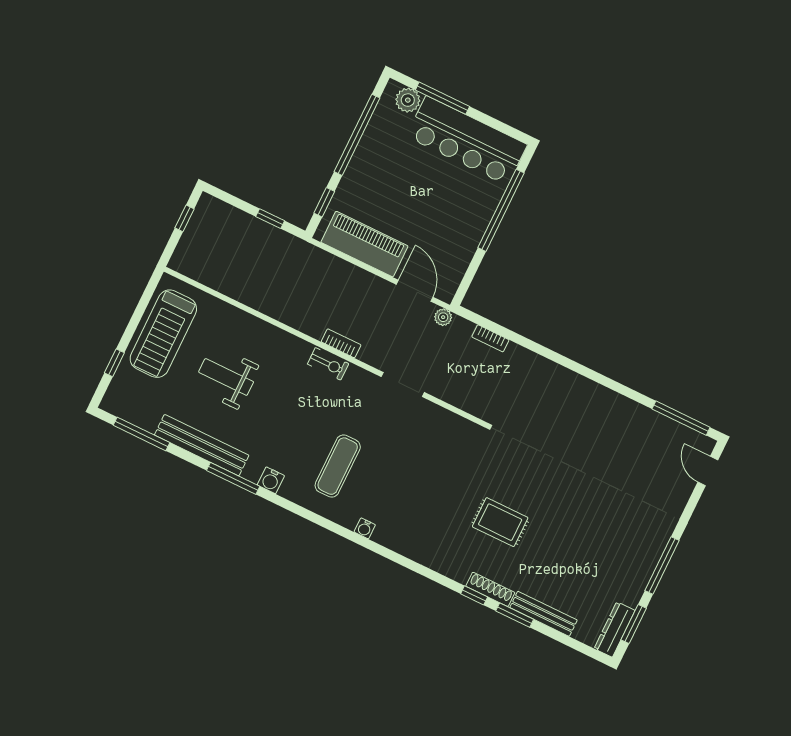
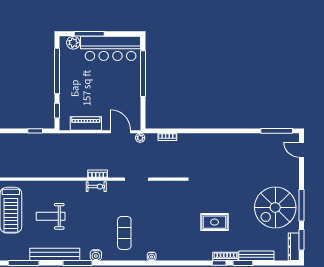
piano: (364, 244) -> (86, 123), width x0.73, depth x0.75
spiral stairs: (615, 547) -> (275, 207), added

